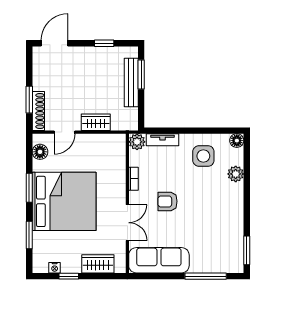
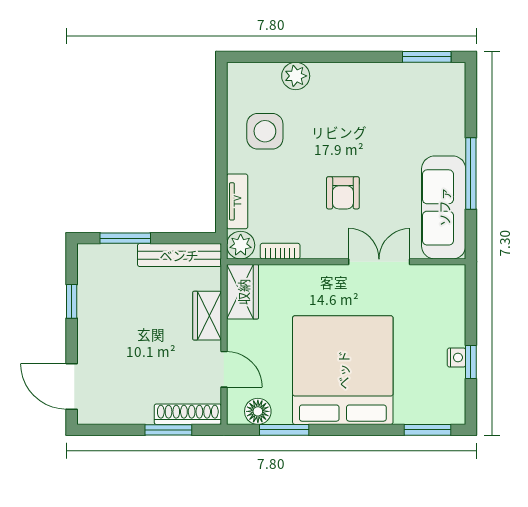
bench: (131, 83) -> (179, 255), moved
floor lamp: (237, 141) -> (239, 74), removed
bookcase: (133, 179) -> (280, 251), moved
window: (29, 188) -> (284, 430), moved
window: (29, 235) -> (427, 430), moved
wardrobe: (98, 264) -> (243, 292), moved, turned 180
nightstand: (55, 268) -> (456, 357), moved
window: (206, 276) -> (471, 174), moved

